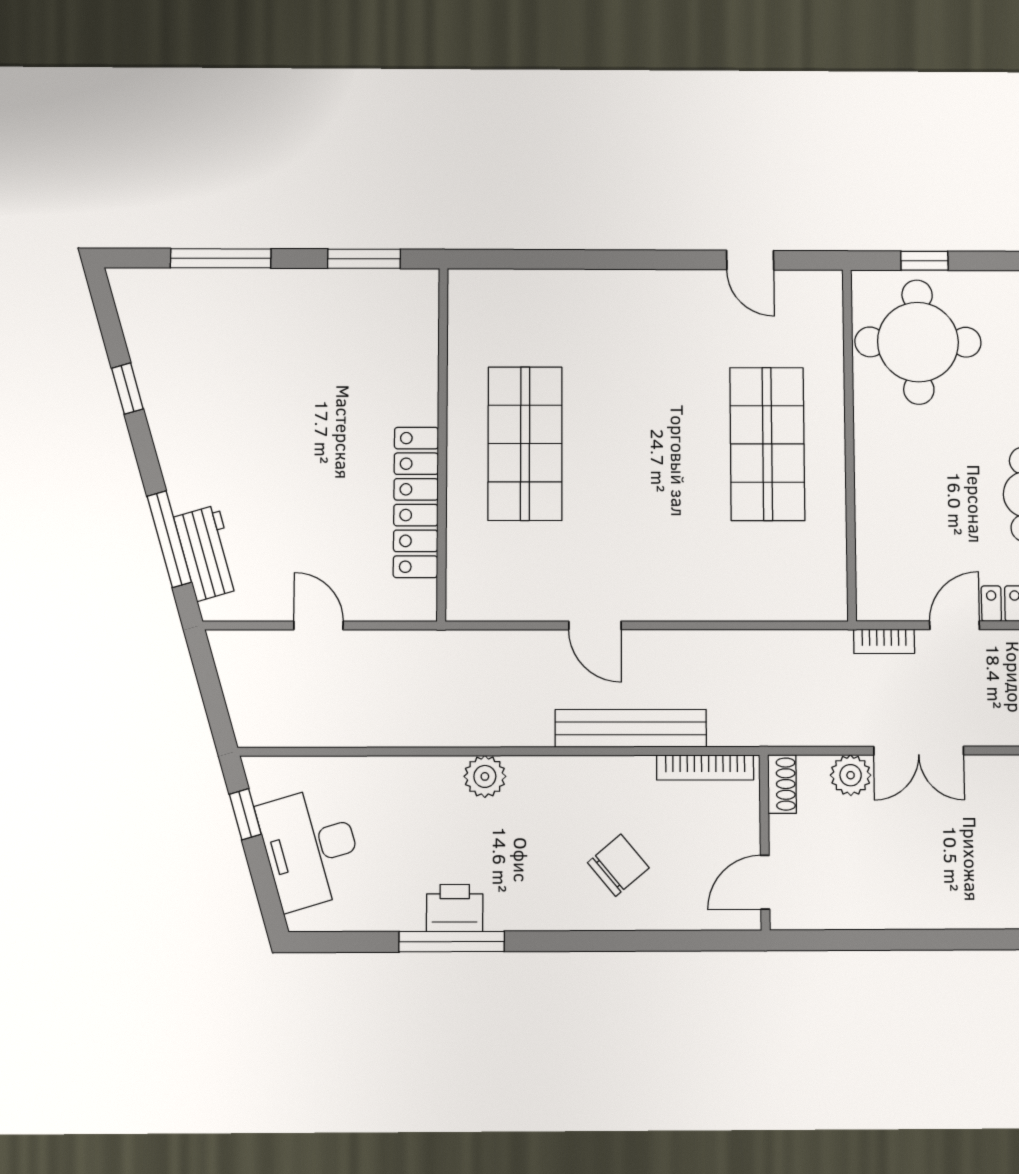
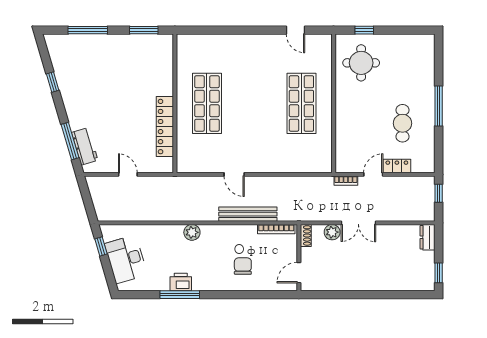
round table: (918, 342) -> (361, 63), width x0.73, depth x0.73
chair: (618, 865) -> (243, 266), turned -50

